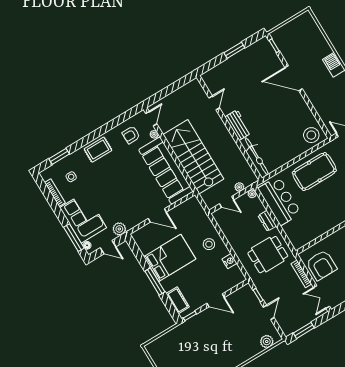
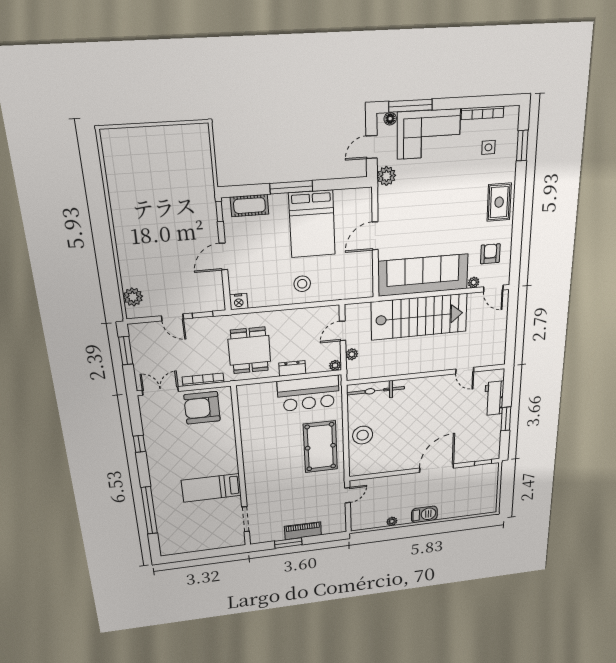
workbench: (238, 125) -> (494, 398), moved, turned 90
stool: (311, 135) -> (363, 435), moved
nightstand: (229, 261) -> (239, 302), moved

